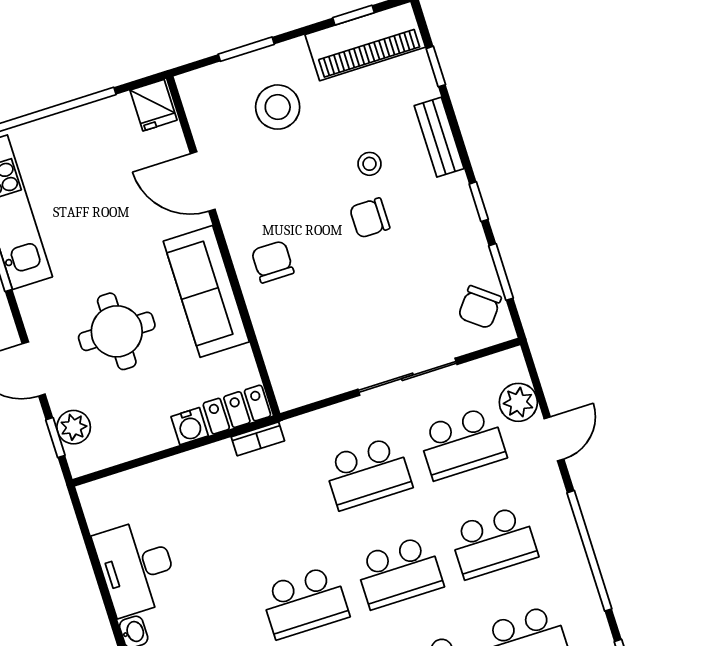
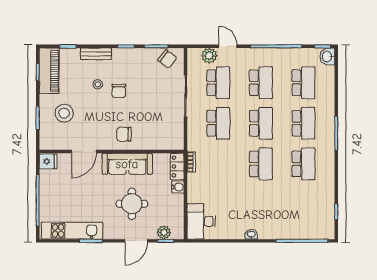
desk: (137, 567) -> (201, 221), moved, turned 90

